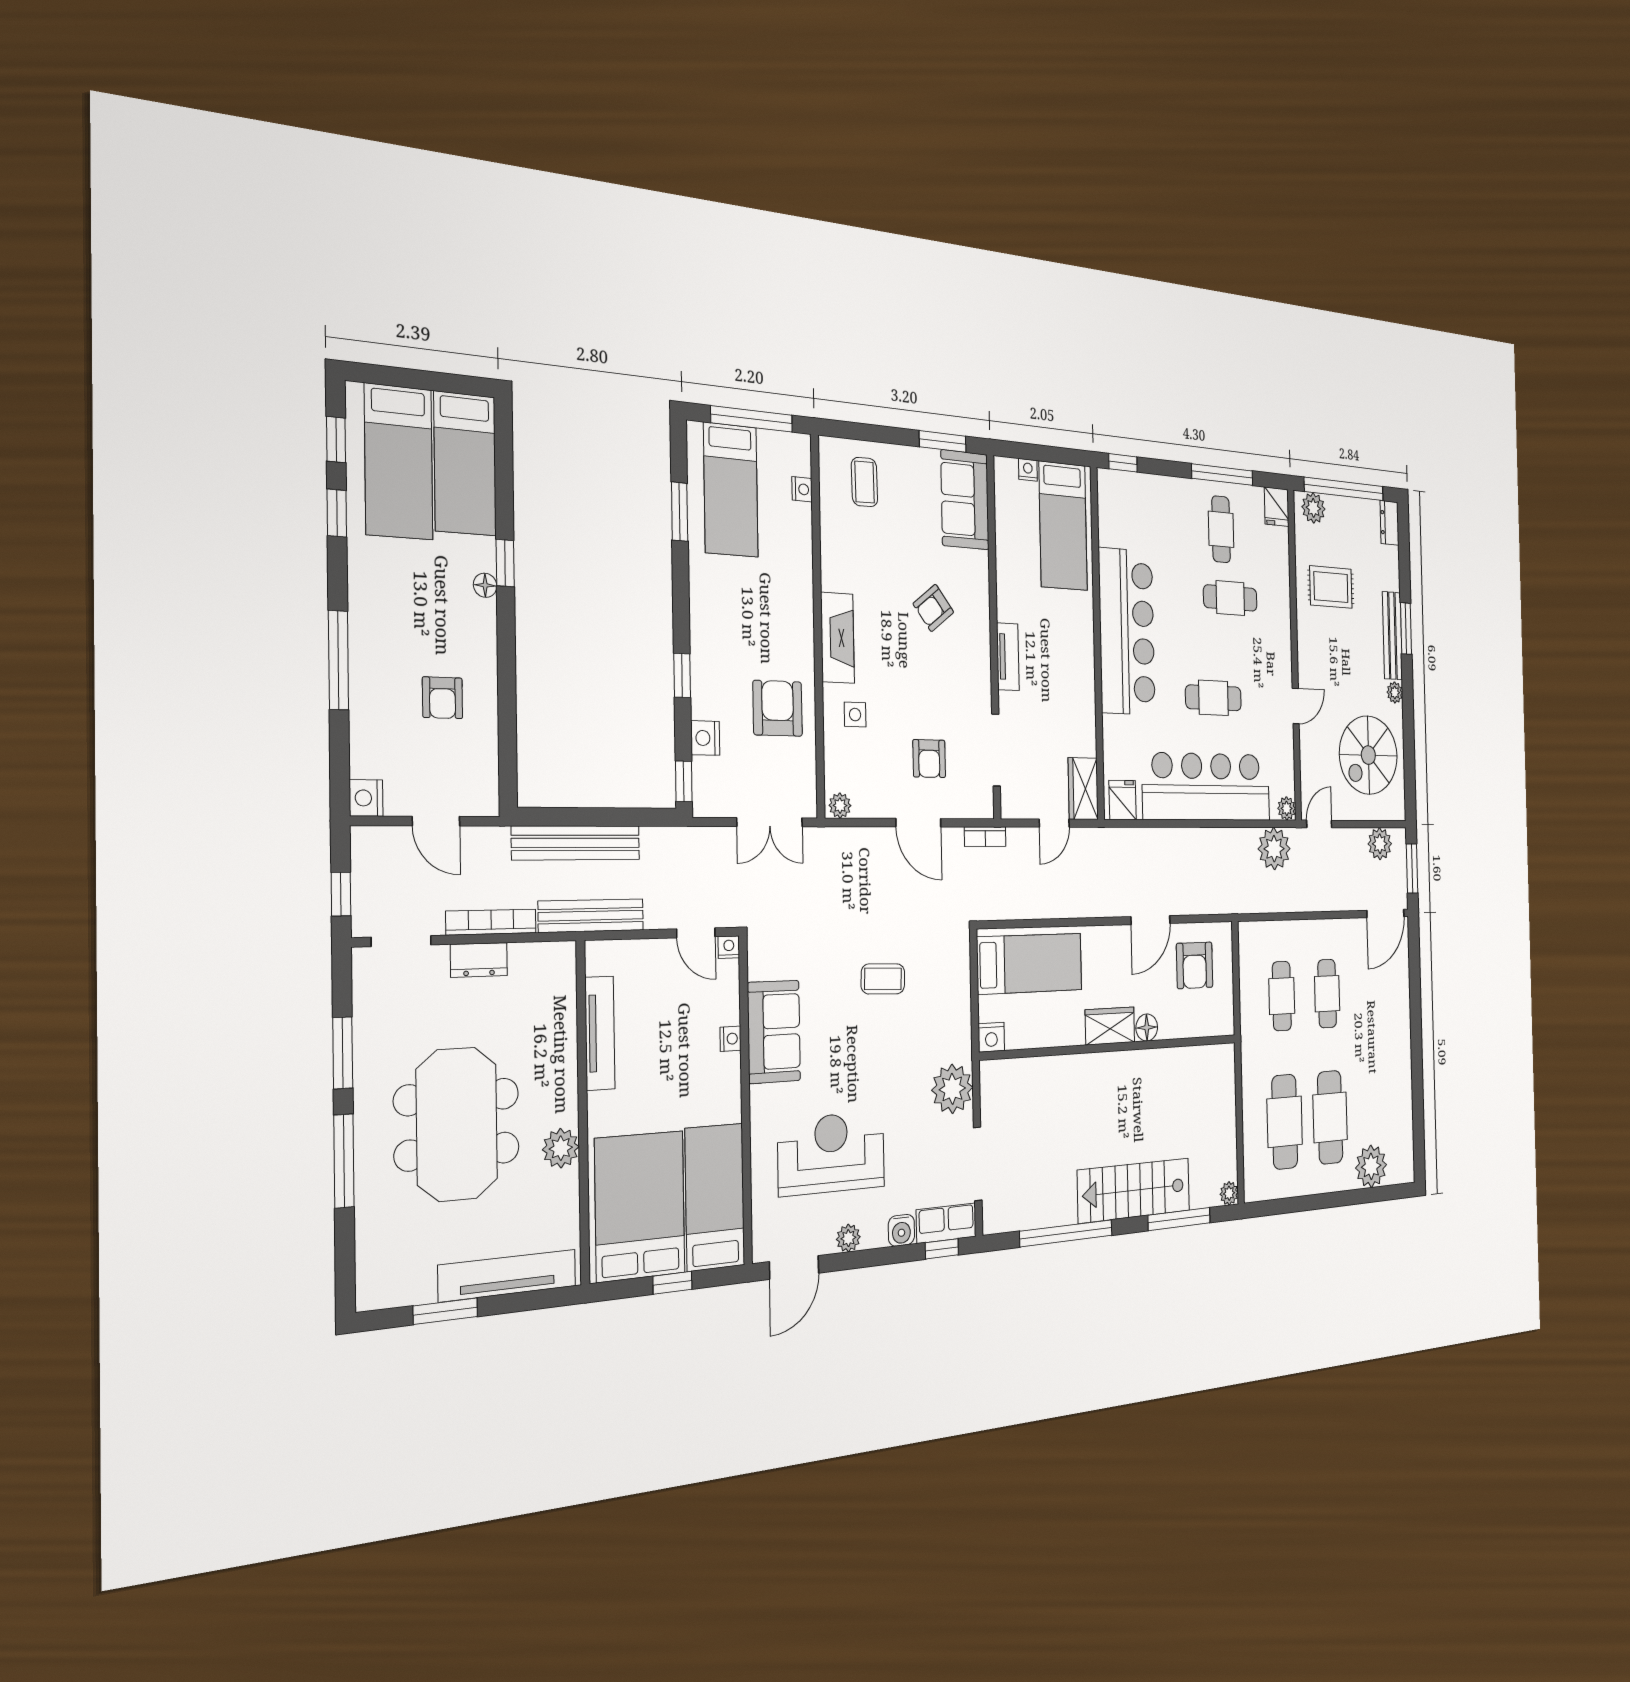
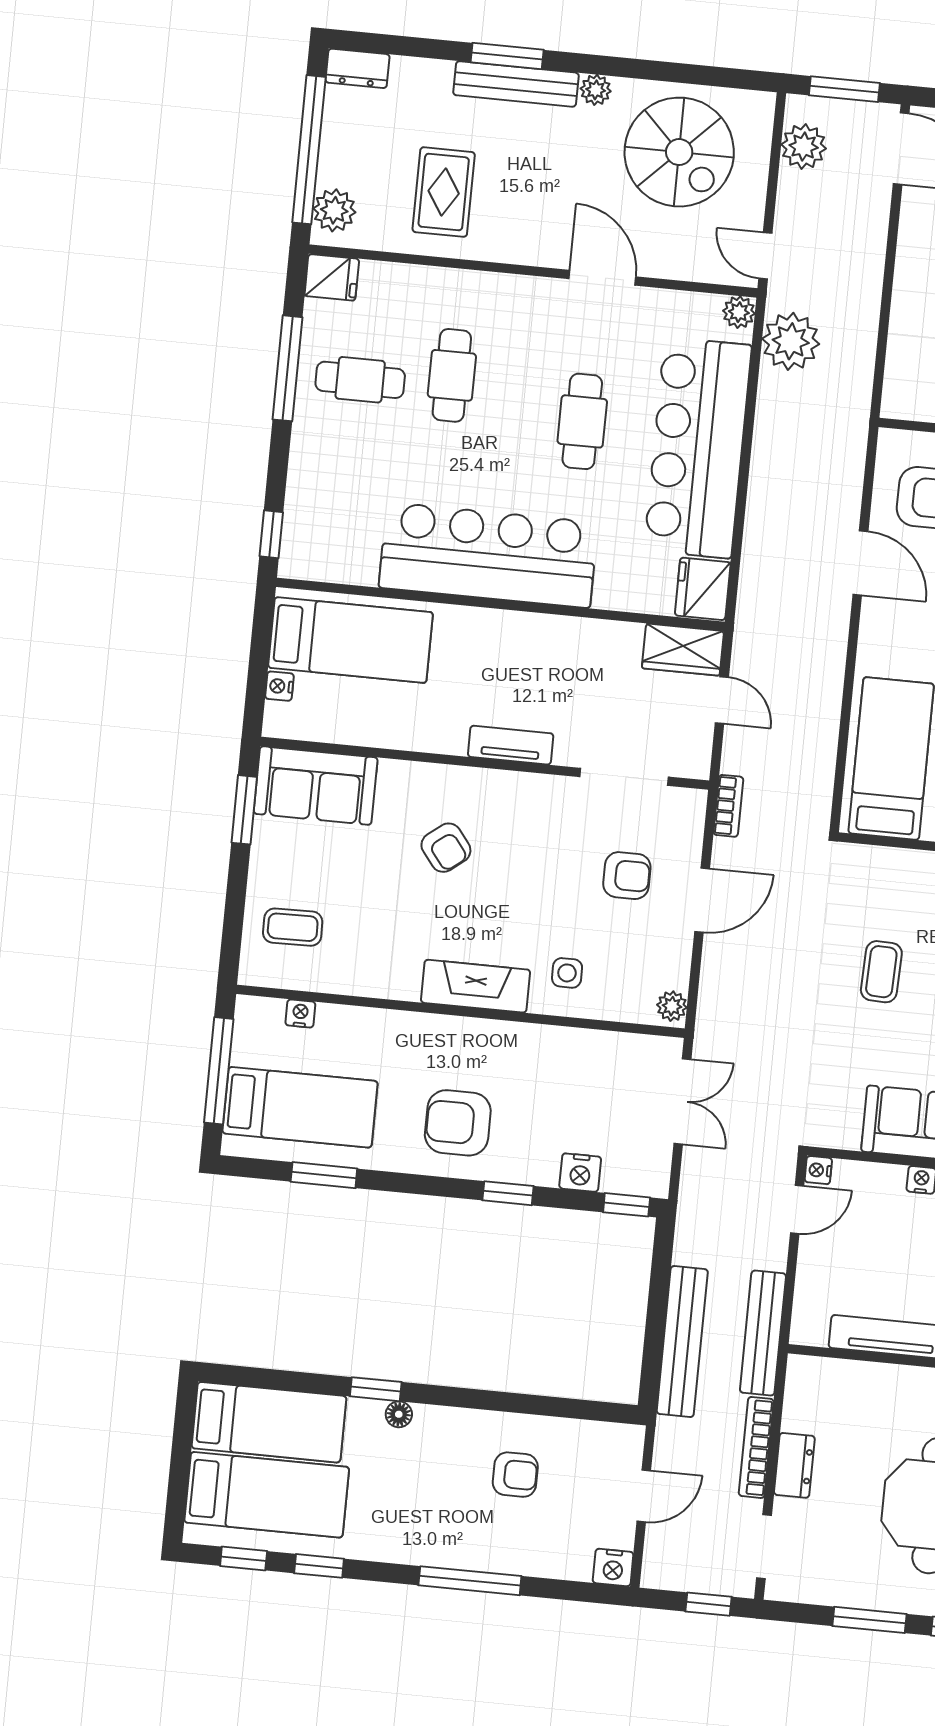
door: (1296, 706) -> (602, 278), width x1.38
armchair: (778, 708) -> (458, 1123), moved
fridge: (1123, 800) -> (703, 589), width x1.38

